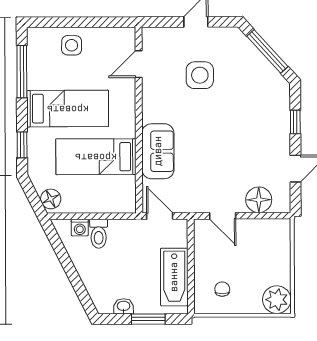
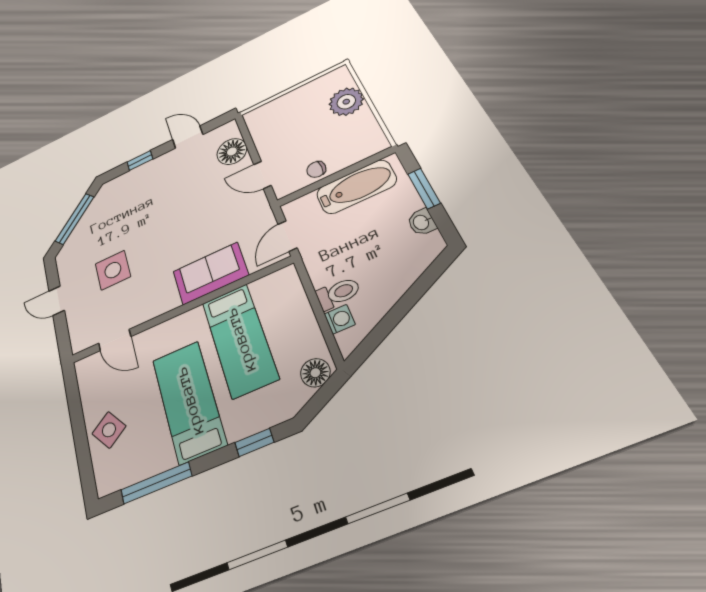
side table: (72, 45) -> (109, 430), turned -36
door: (223, 216) -> (262, 175), swing flipped
chair: (222, 289) -> (316, 169), moved
plant: (277, 300) -> (346, 102), moved

